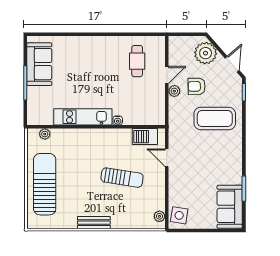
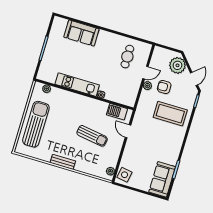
sofa: (39, 64) -> (81, 33), moved, turned 90

